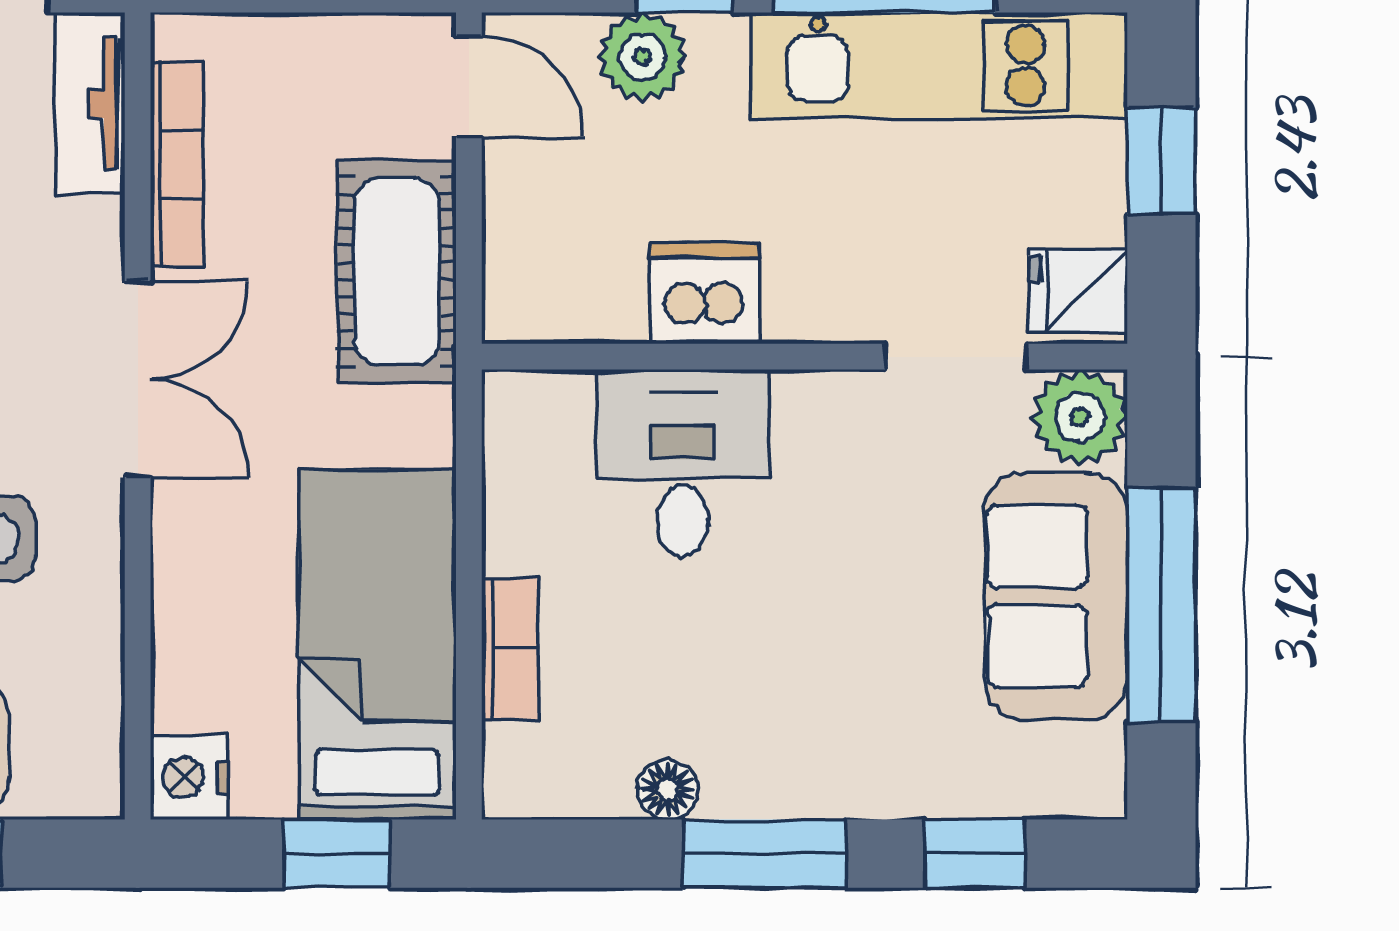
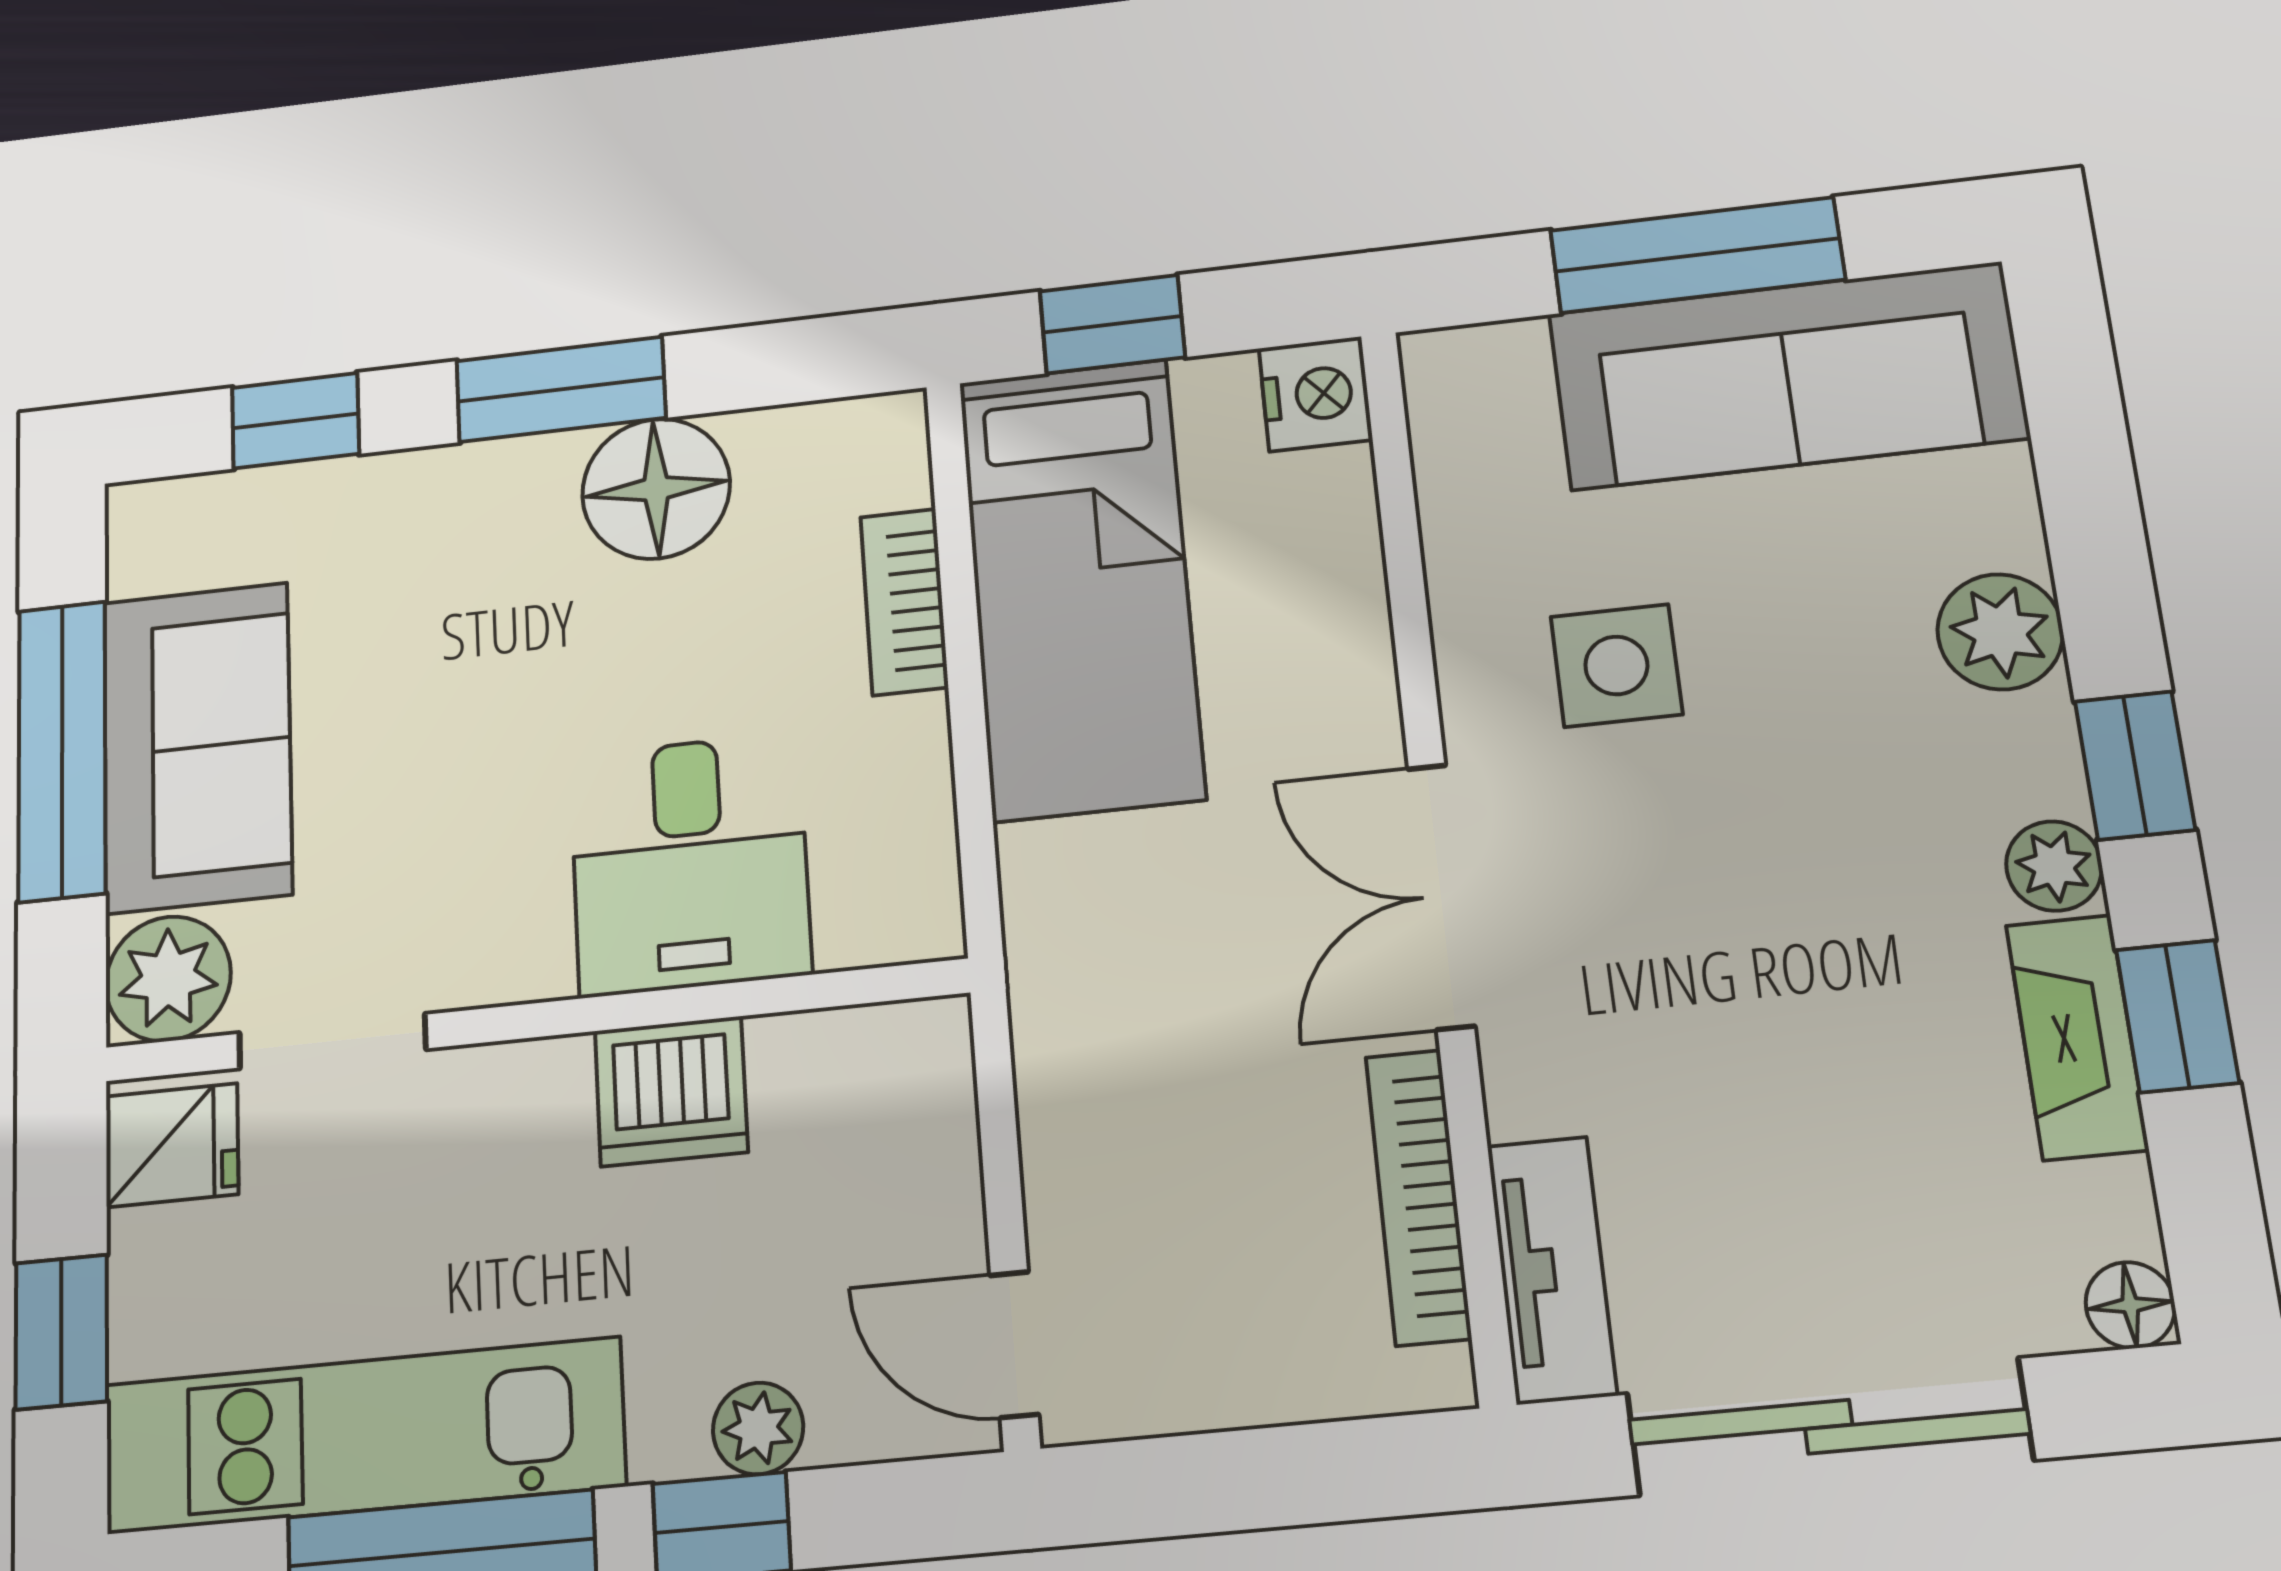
plant: (642, 57) -> (758, 1428), width x0.73, depth x0.73
cot: (397, 272) -> (1095, 1078), removed
floor lamp: (667, 789) -> (656, 489), width x1.89, depth x1.89

